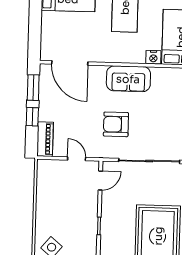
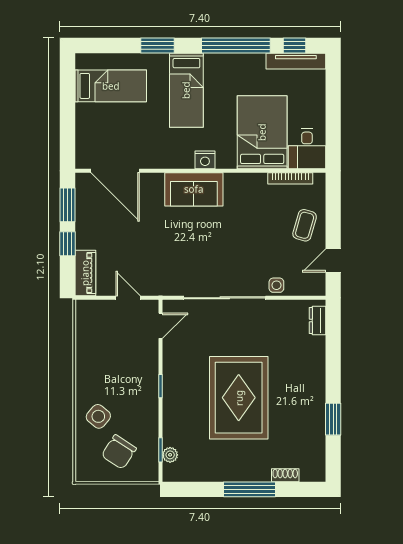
nightstand: (153, 57) -> (205, 160), moved
armchair: (116, 124) -> (179, 250), removed

